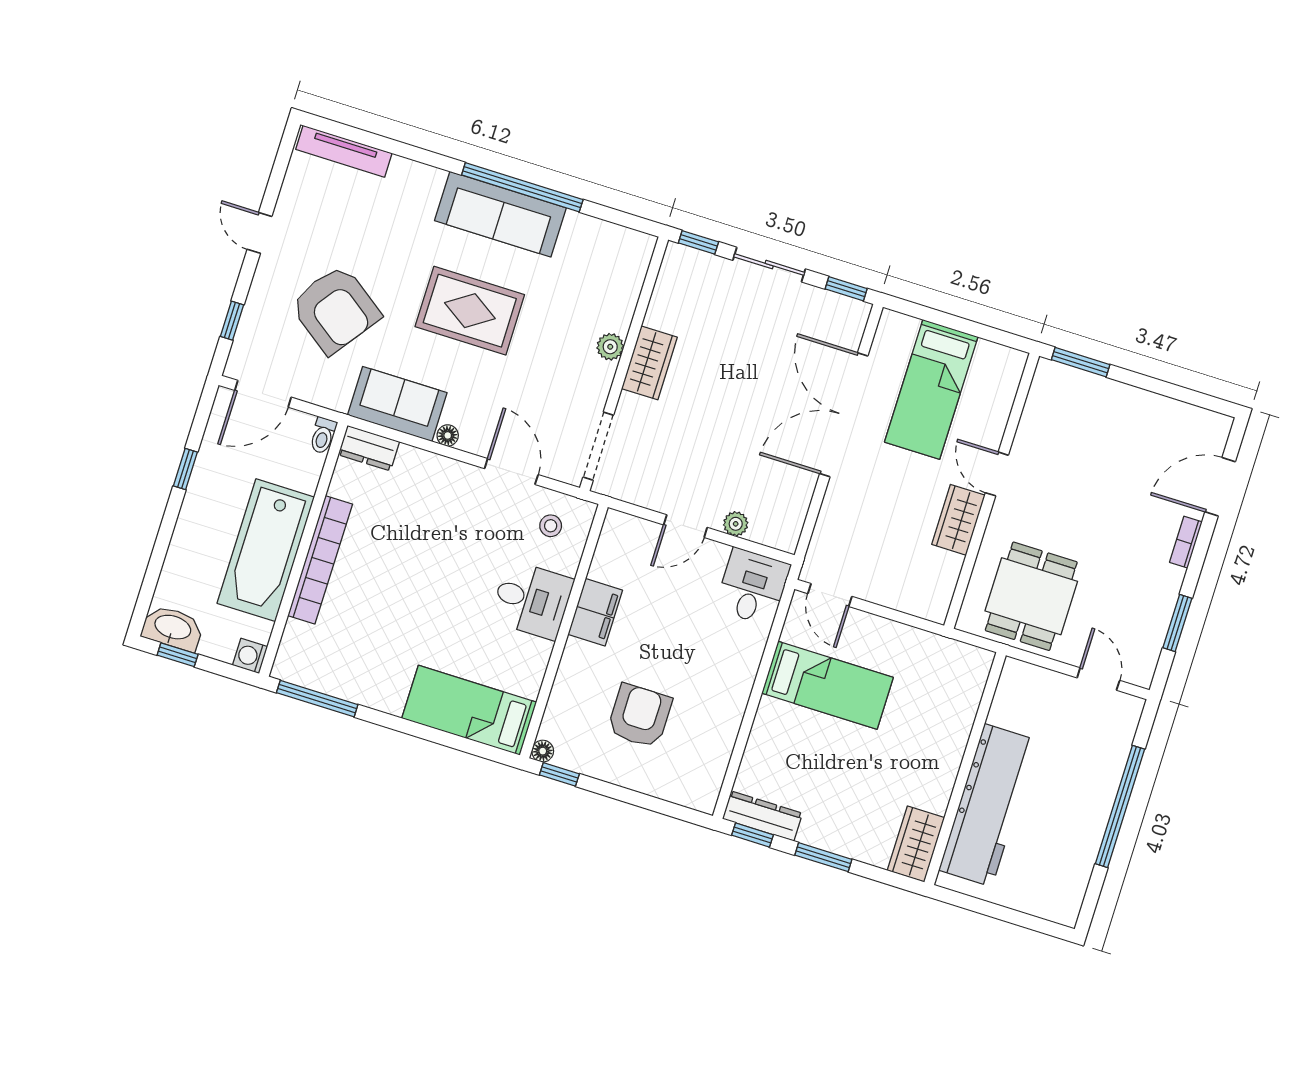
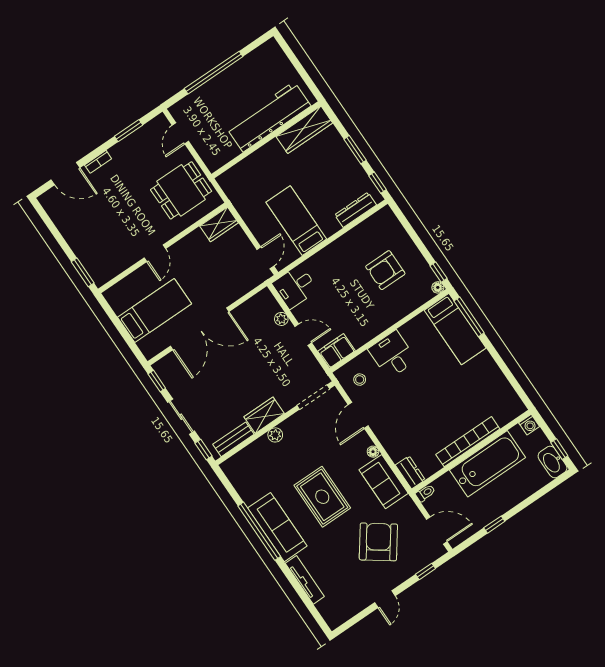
tv unit: (344, 151) -> (305, 580), moved
bench: (666, 292) -> (233, 439), added
wardrobe: (958, 520) -> (219, 224), moved
filing cabinet: (595, 612) -> (336, 351), moved
window: (317, 699) -> (469, 317), moved
dresser: (762, 816) -> (356, 210), moved, turned 90
wardrobe: (916, 844) -> (304, 130), width x1.50

